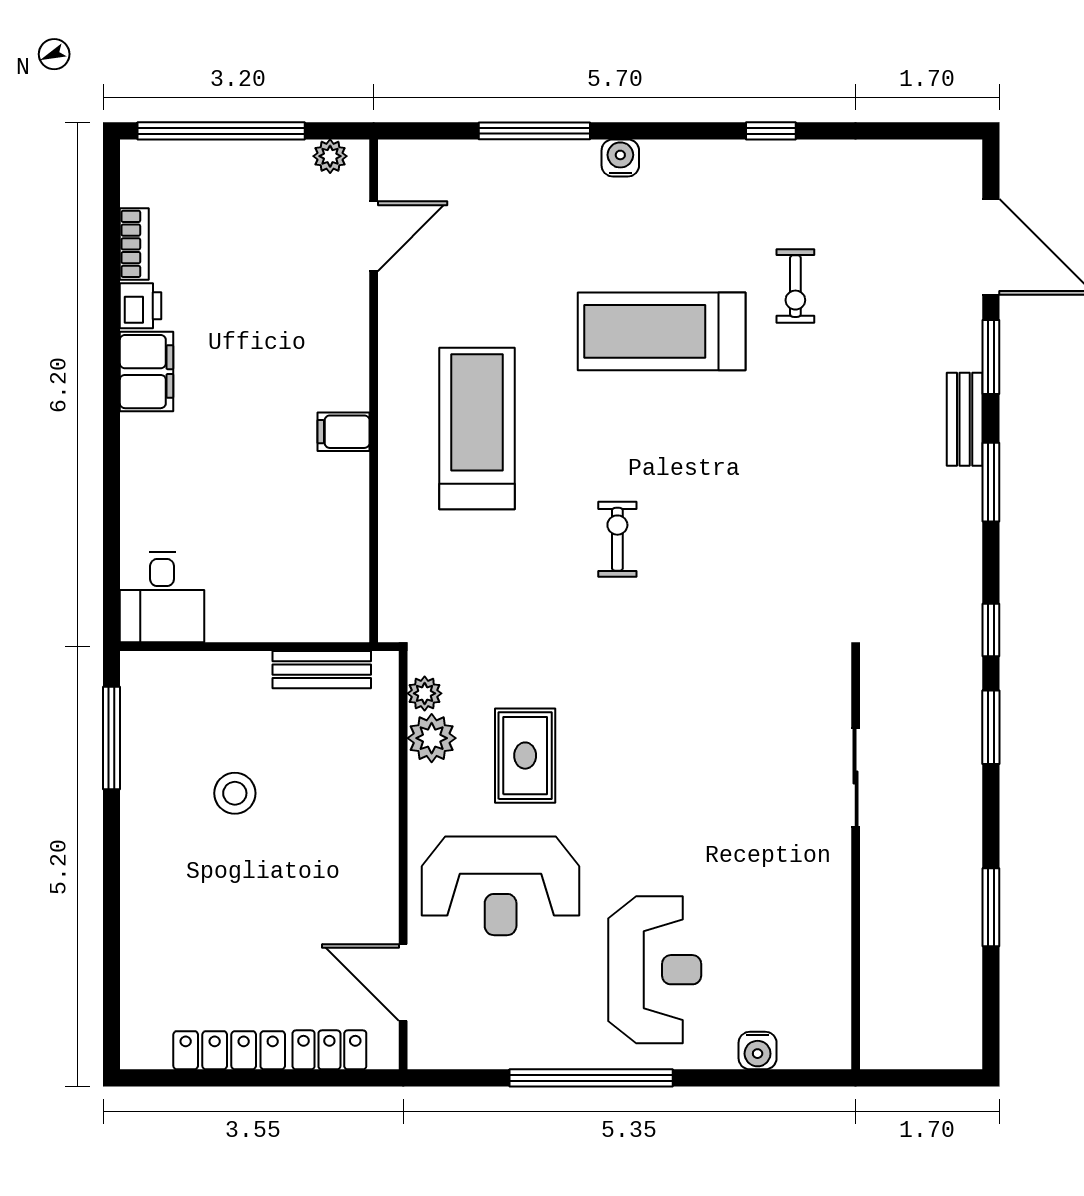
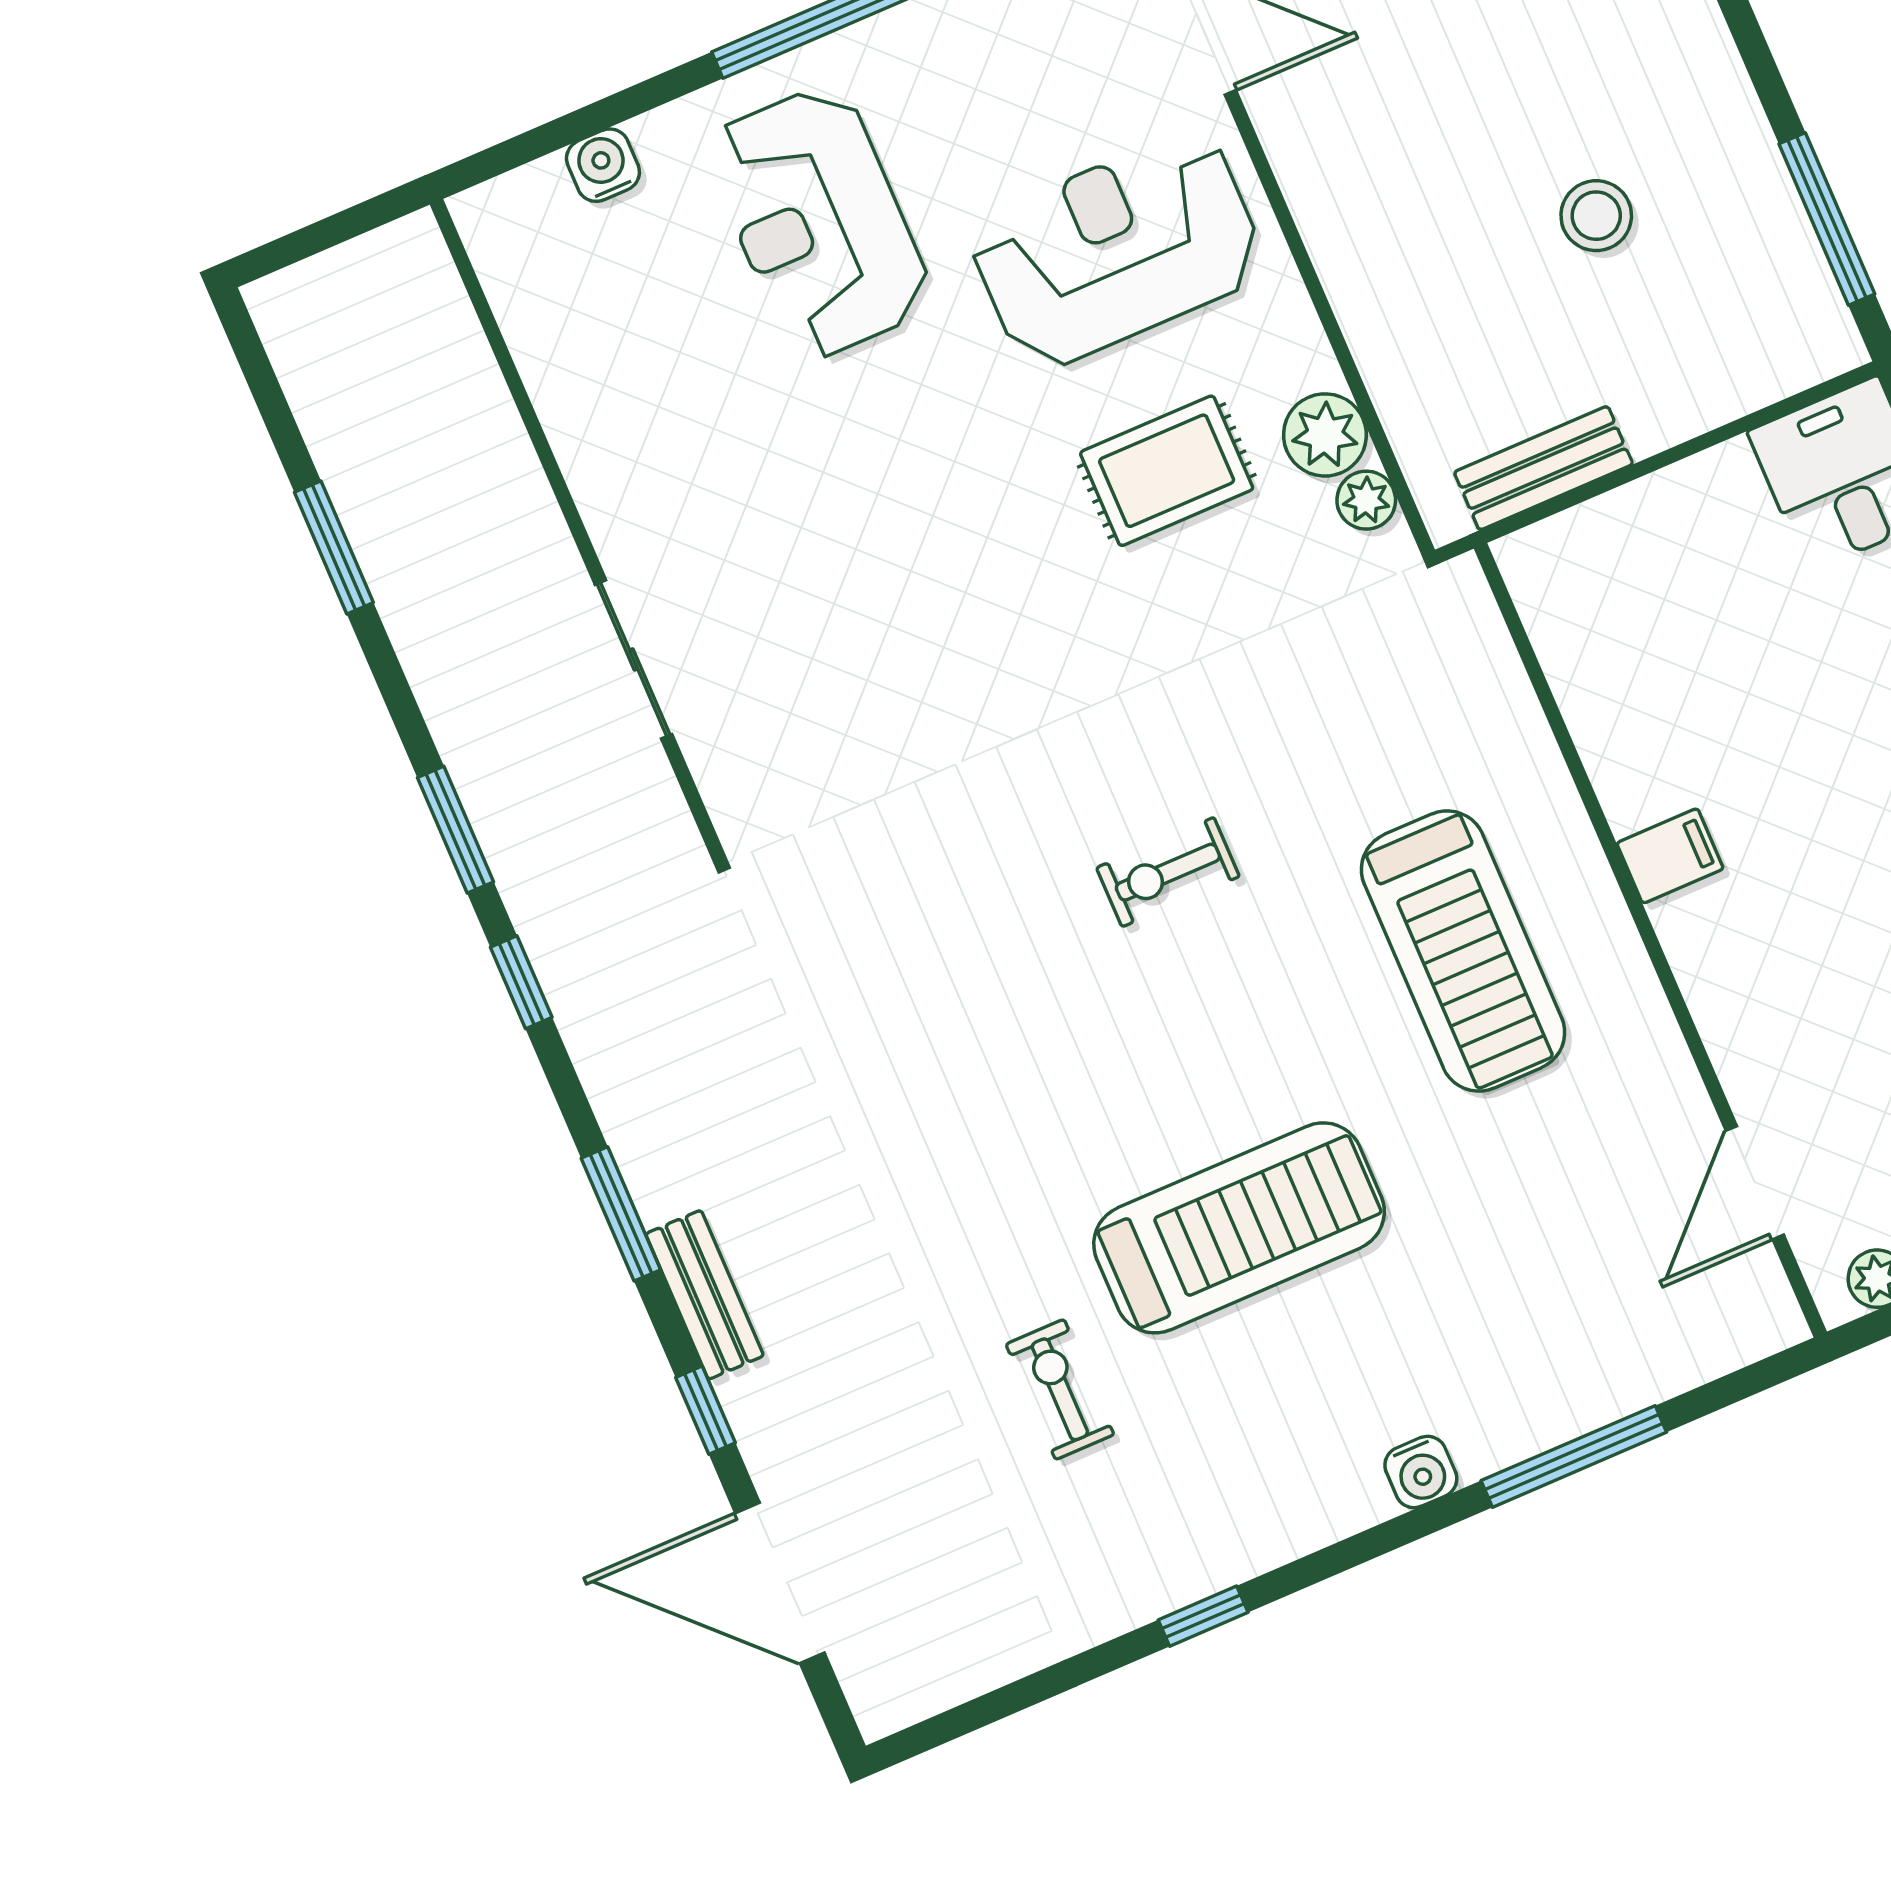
window: (991, 357) -> (705, 1410), width x0.67
exercise bike: (617, 539) -> (1168, 872), turned 90
rug: (525, 756) -> (1167, 471), turned 90

